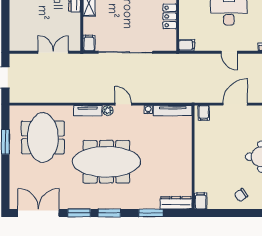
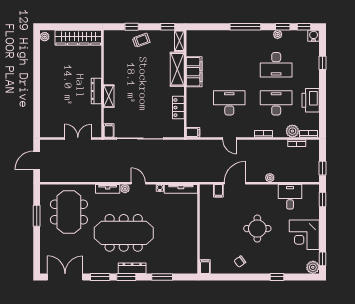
filing cabinet: (204, 113) -> (218, 191), moved
dresser: (176, 203) -> (132, 268), moved

